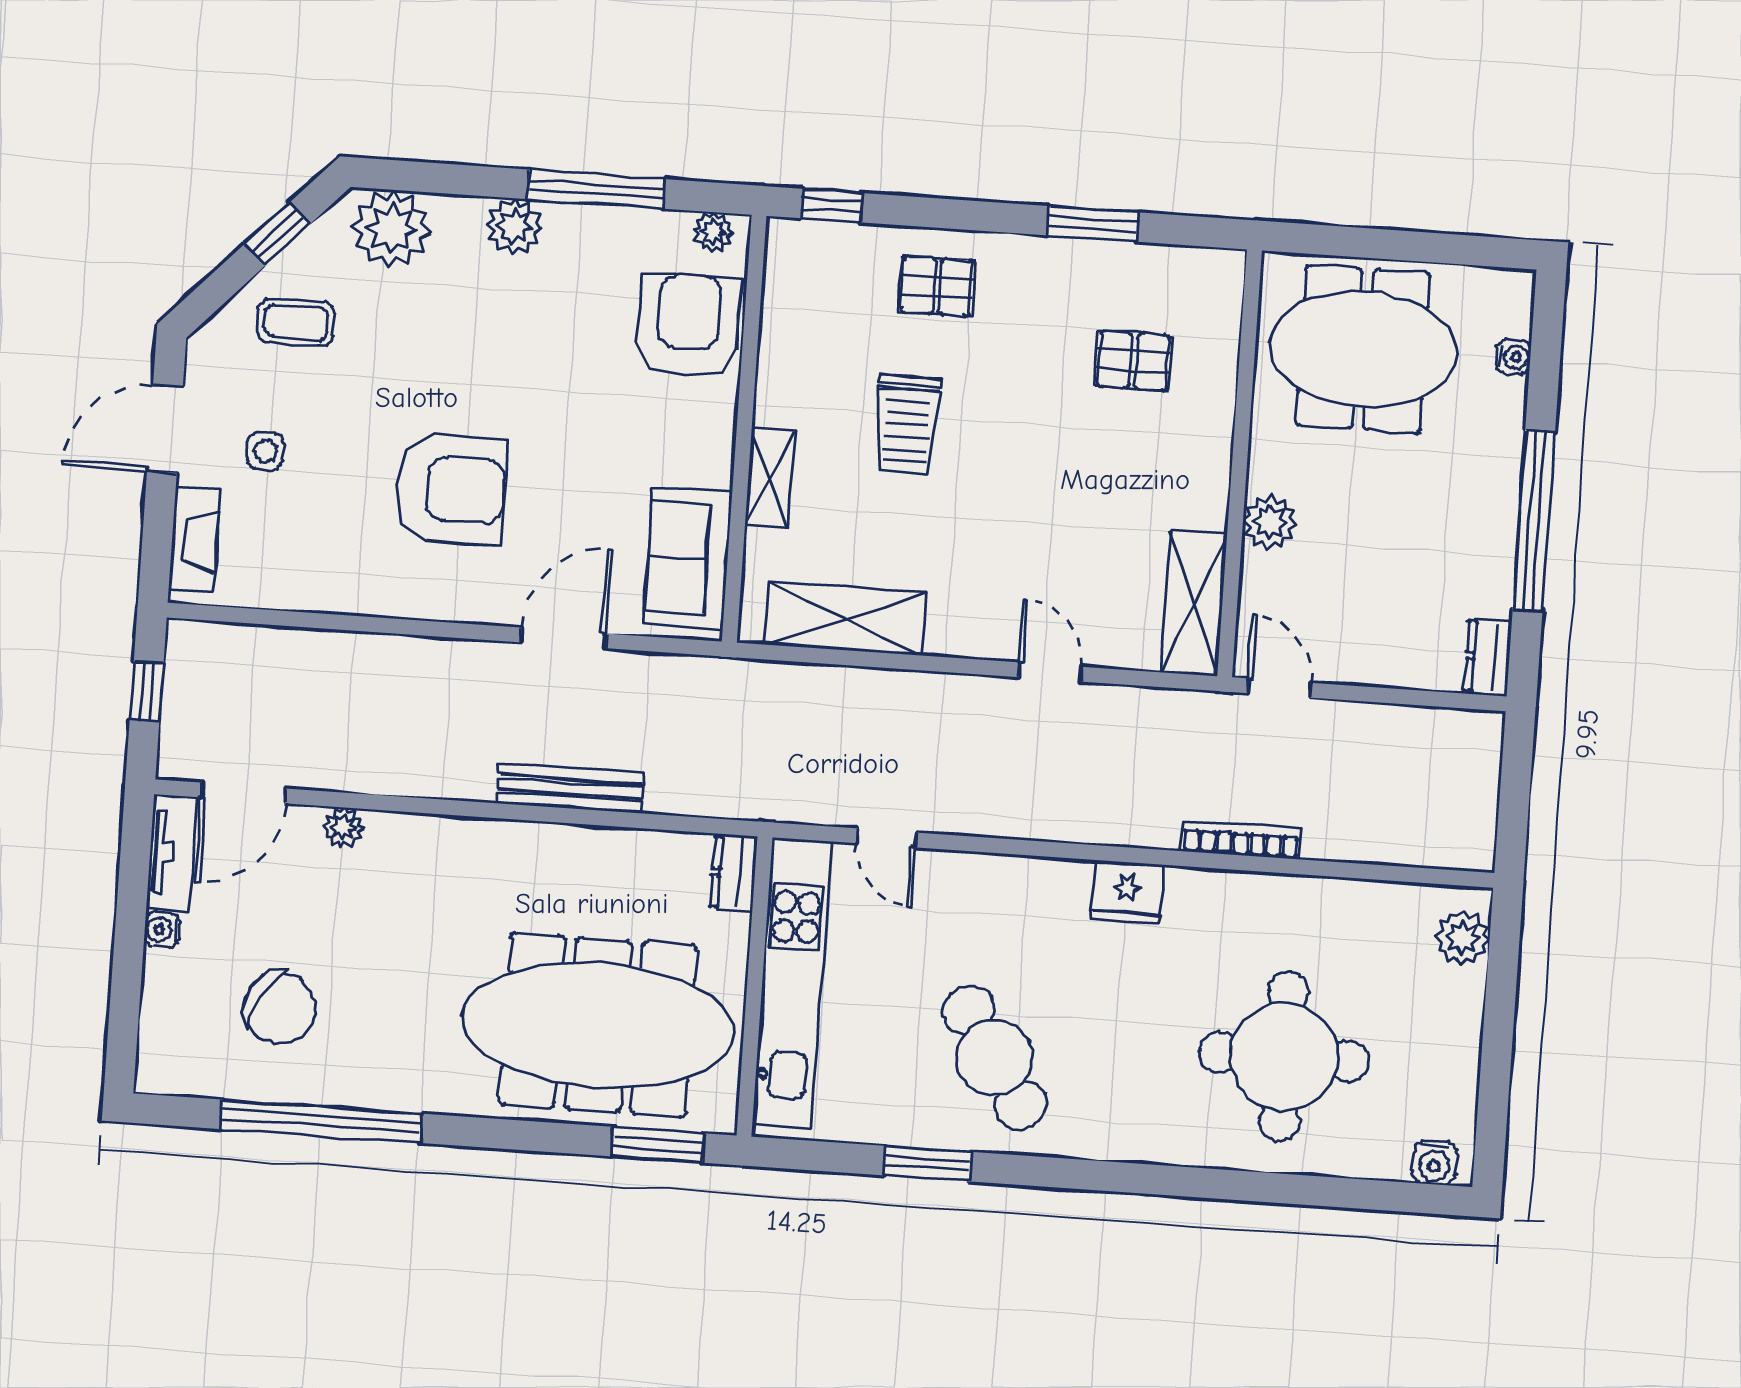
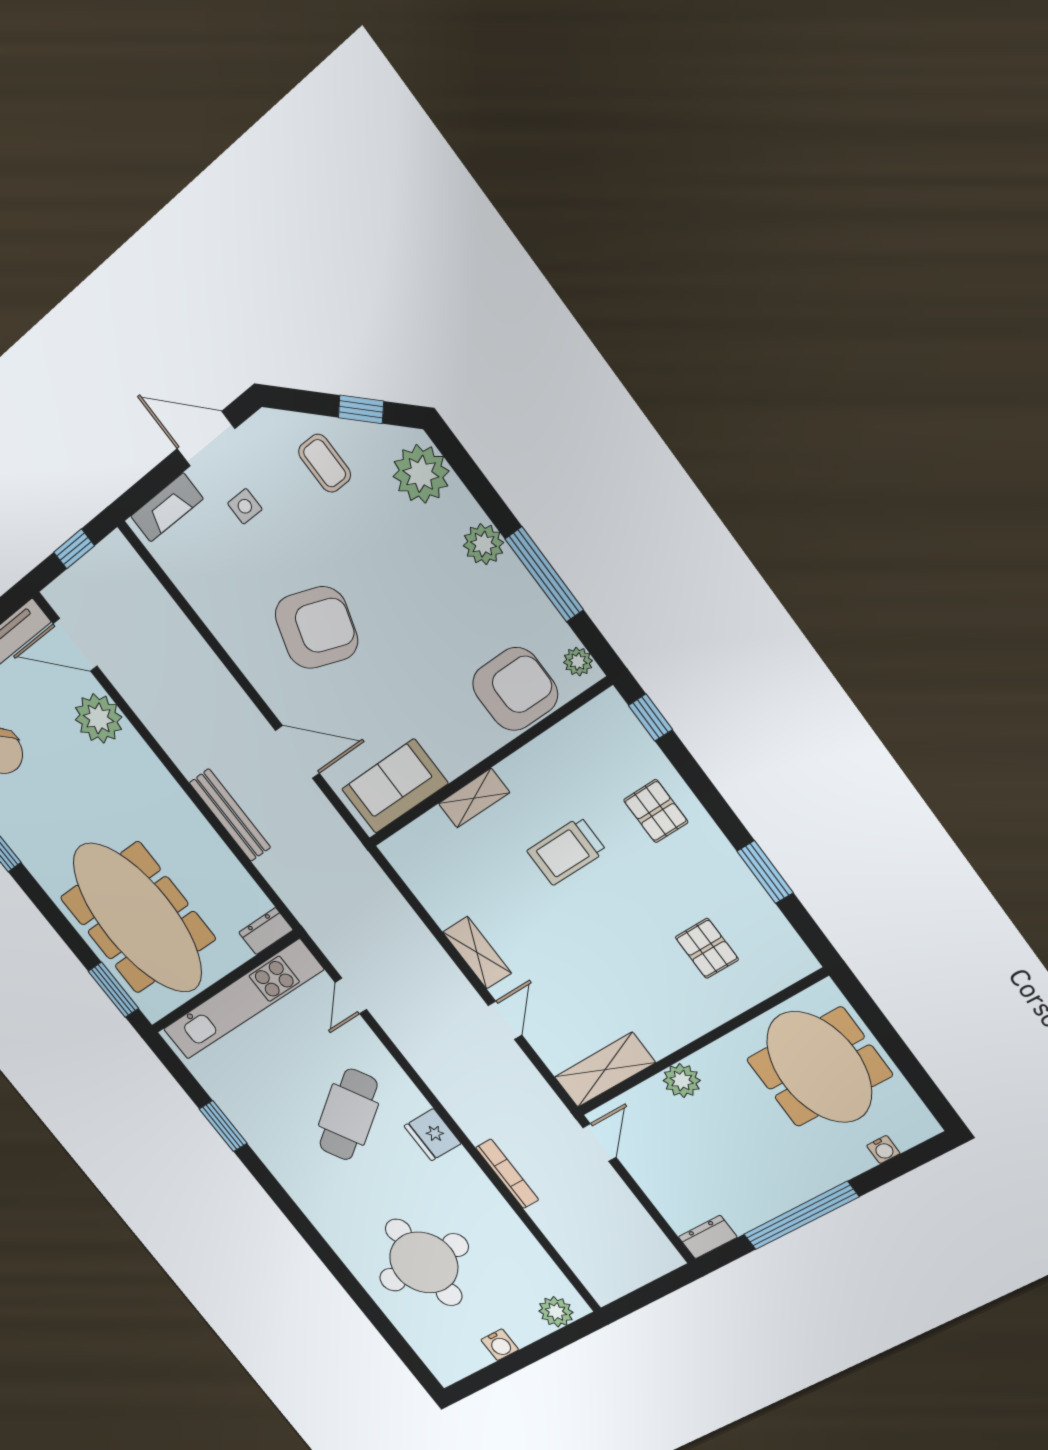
armchair: (451, 489) -> (316, 628), turned -71
shelving: (845, 619) -> (477, 953), moved, width x0.67, depth x0.75
plant: (343, 828) -> (99, 718), width x1.88, depth x1.88
cafe table: (995, 1058) -> (348, 1115), moved
water cooler: (1434, 1162) -> (500, 1345), moved, turned -90

